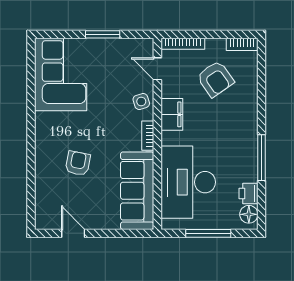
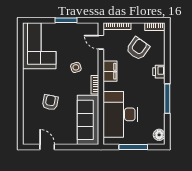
armchair: (215, 79) -> (138, 49), turned -110
side table: (141, 101) -> (76, 67), moved
printer: (248, 193) -> (159, 72), moved

